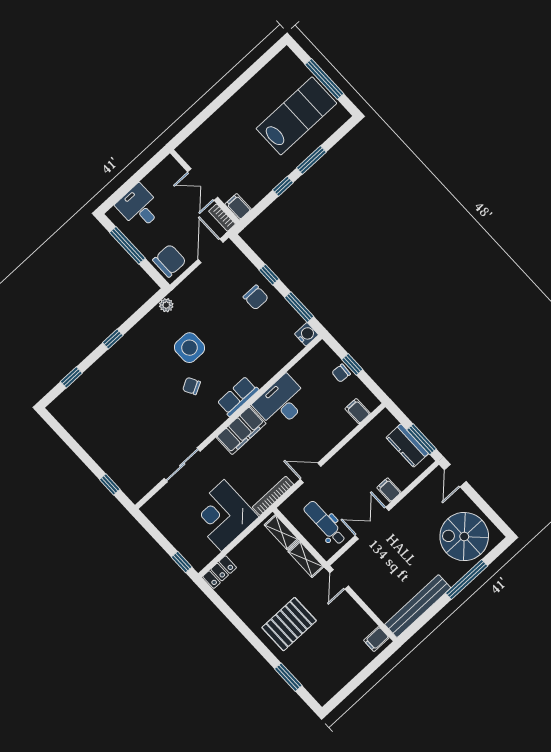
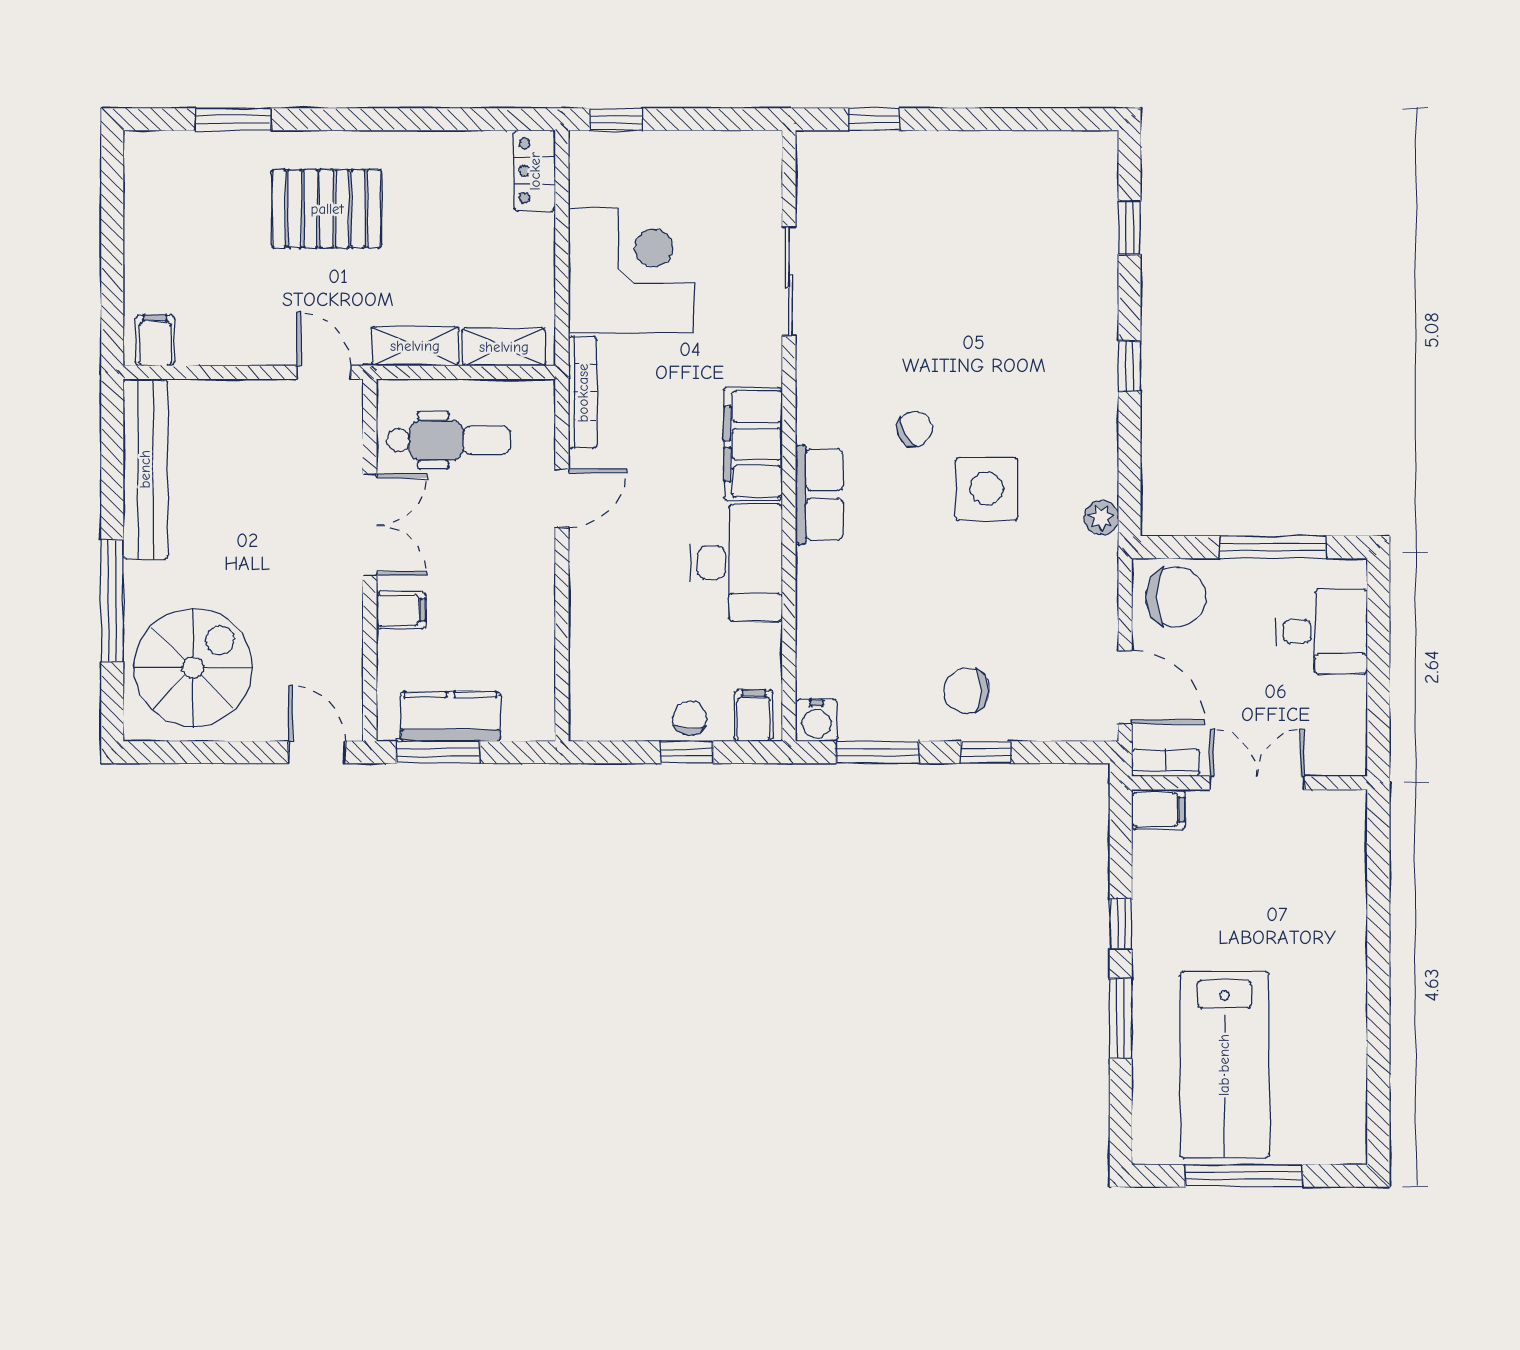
chair: (169, 261) -> (1176, 597), turned -90
filing cabinet: (358, 411) -> (754, 716), moved, turned -90
pallet: (289, 624) -> (327, 209), turned 90

